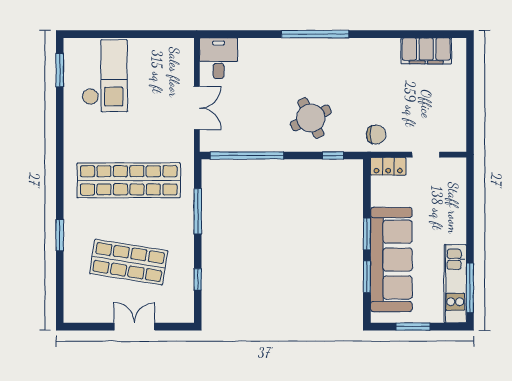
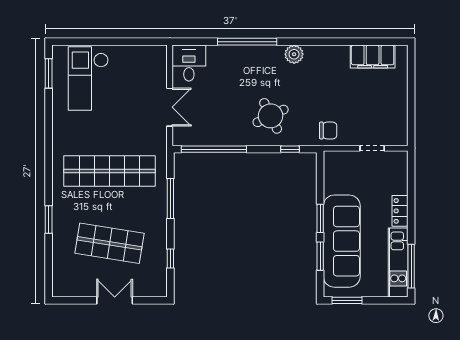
window: (315, 34) -> (247, 42), moved
plant: (337, 48) -> (294, 54), added
checkout: (105, 76) -> (88, 79), turned 180
locker: (388, 166) -> (400, 211), moved, turned 90
window: (413, 327) -> (347, 300), moved

